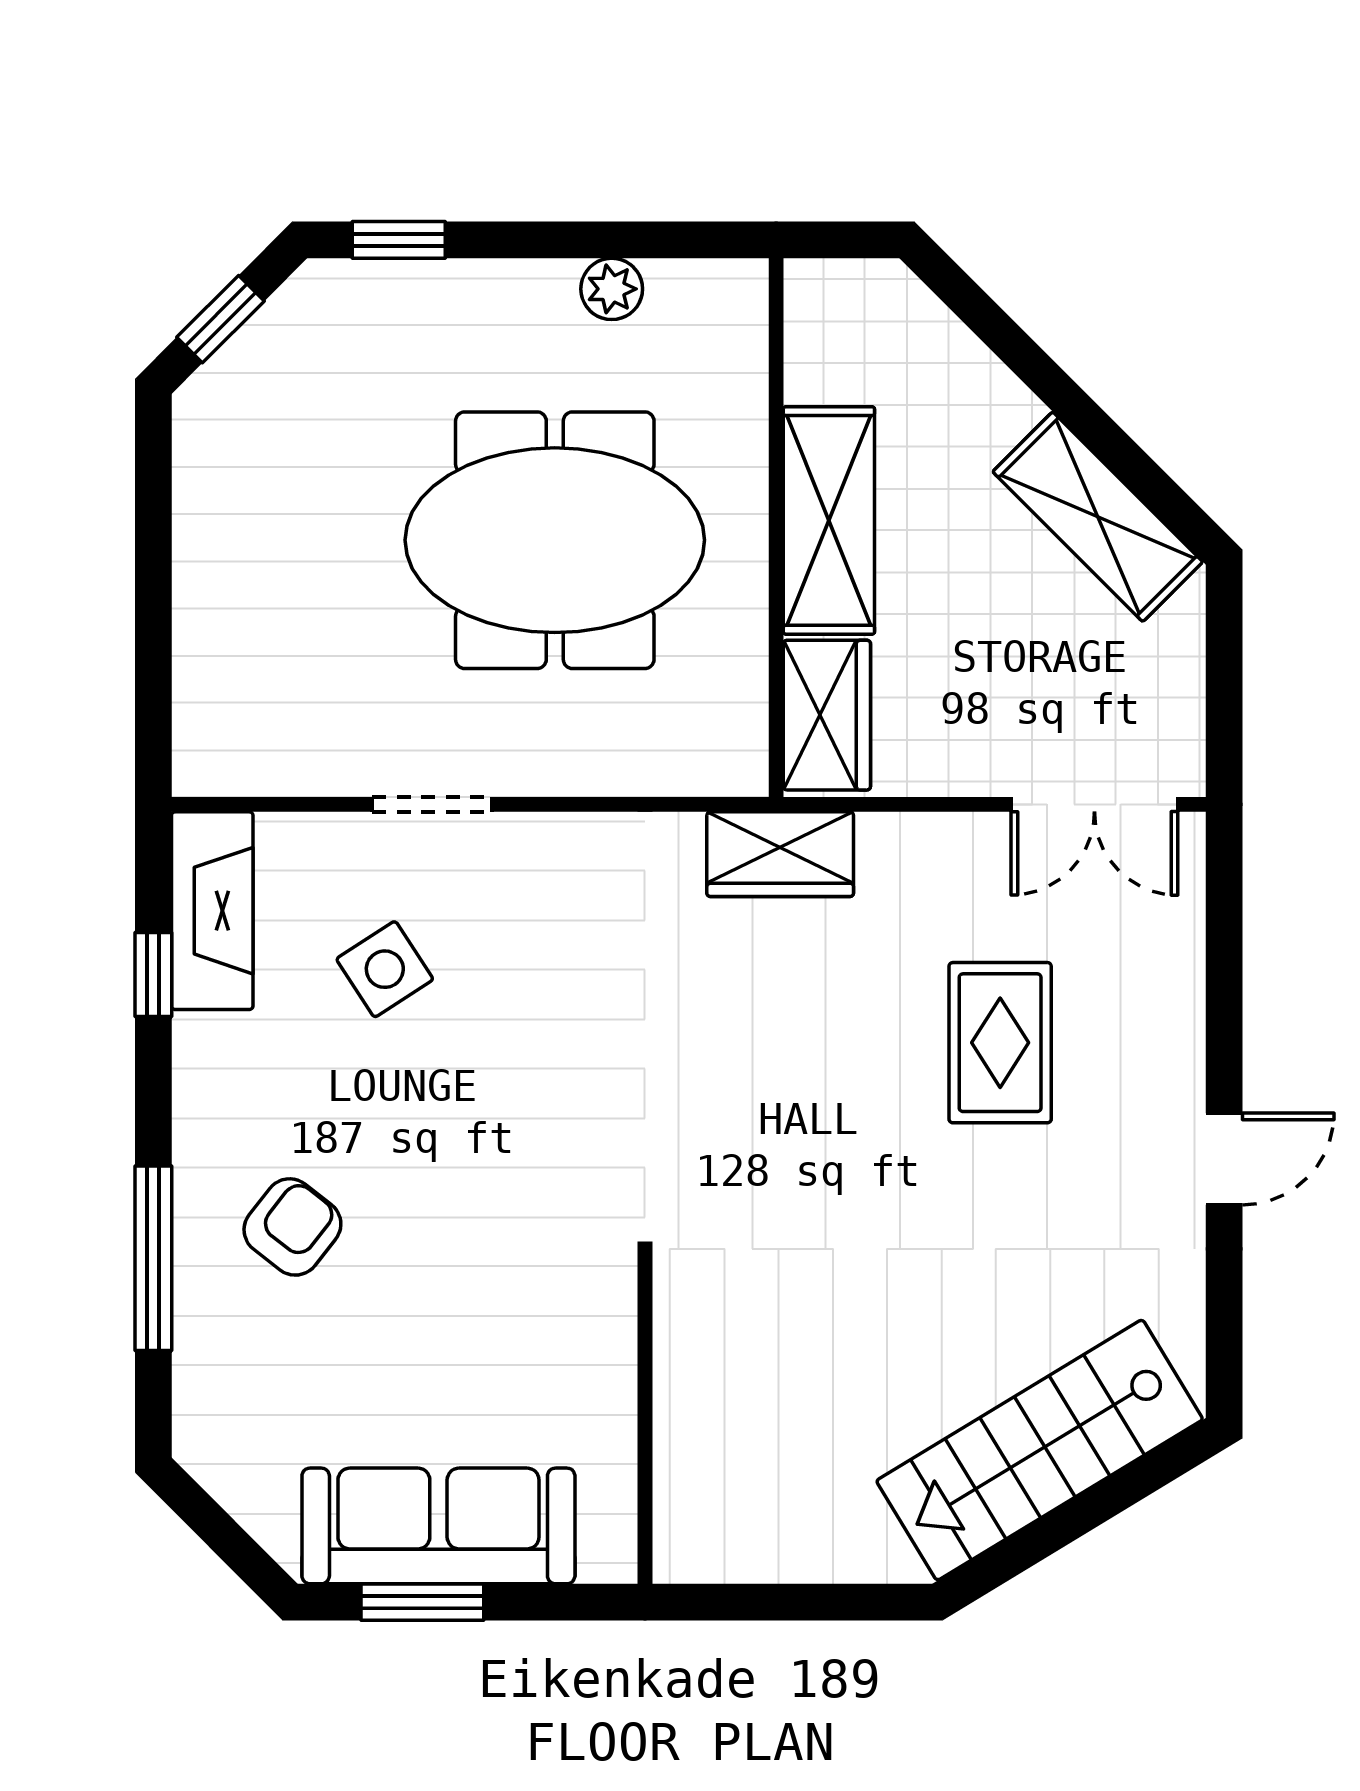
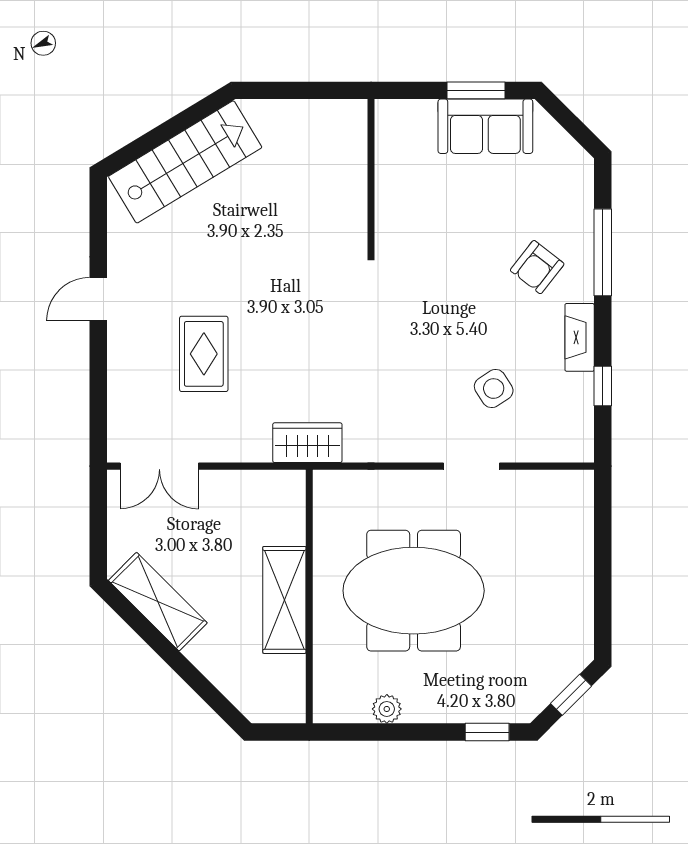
wardrobe: (827, 715) -> (285, 508), removed
double door: (1094, 804) -> (159, 466), swing flipped
fireplace: (212, 911) -> (580, 337), moved, width x0.73, depth x0.76
sofa: (438, 1526) -> (485, 126), width x0.73

